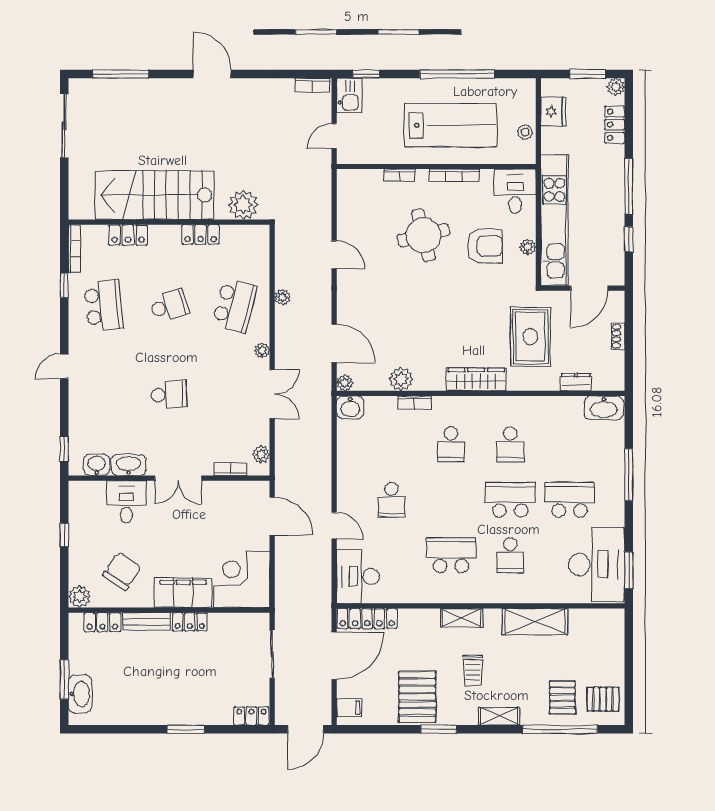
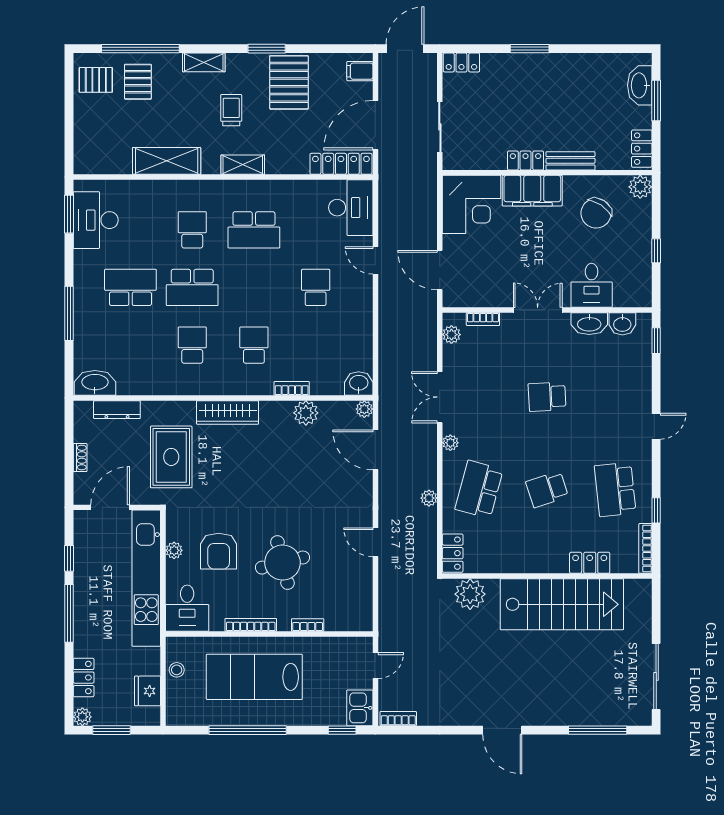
locker: (201, 235) -> (453, 553), moved, turned 90
armchair: (485, 246) -> (219, 551), turned -90
dresser: (576, 382) -> (117, 410), width x1.44
school desk: (570, 500) -> (130, 287), turned 180
desk: (597, 564) -> (96, 220), width x0.73, depth x0.77
locker: (102, 622) -> (642, 149), moved, turned -90

